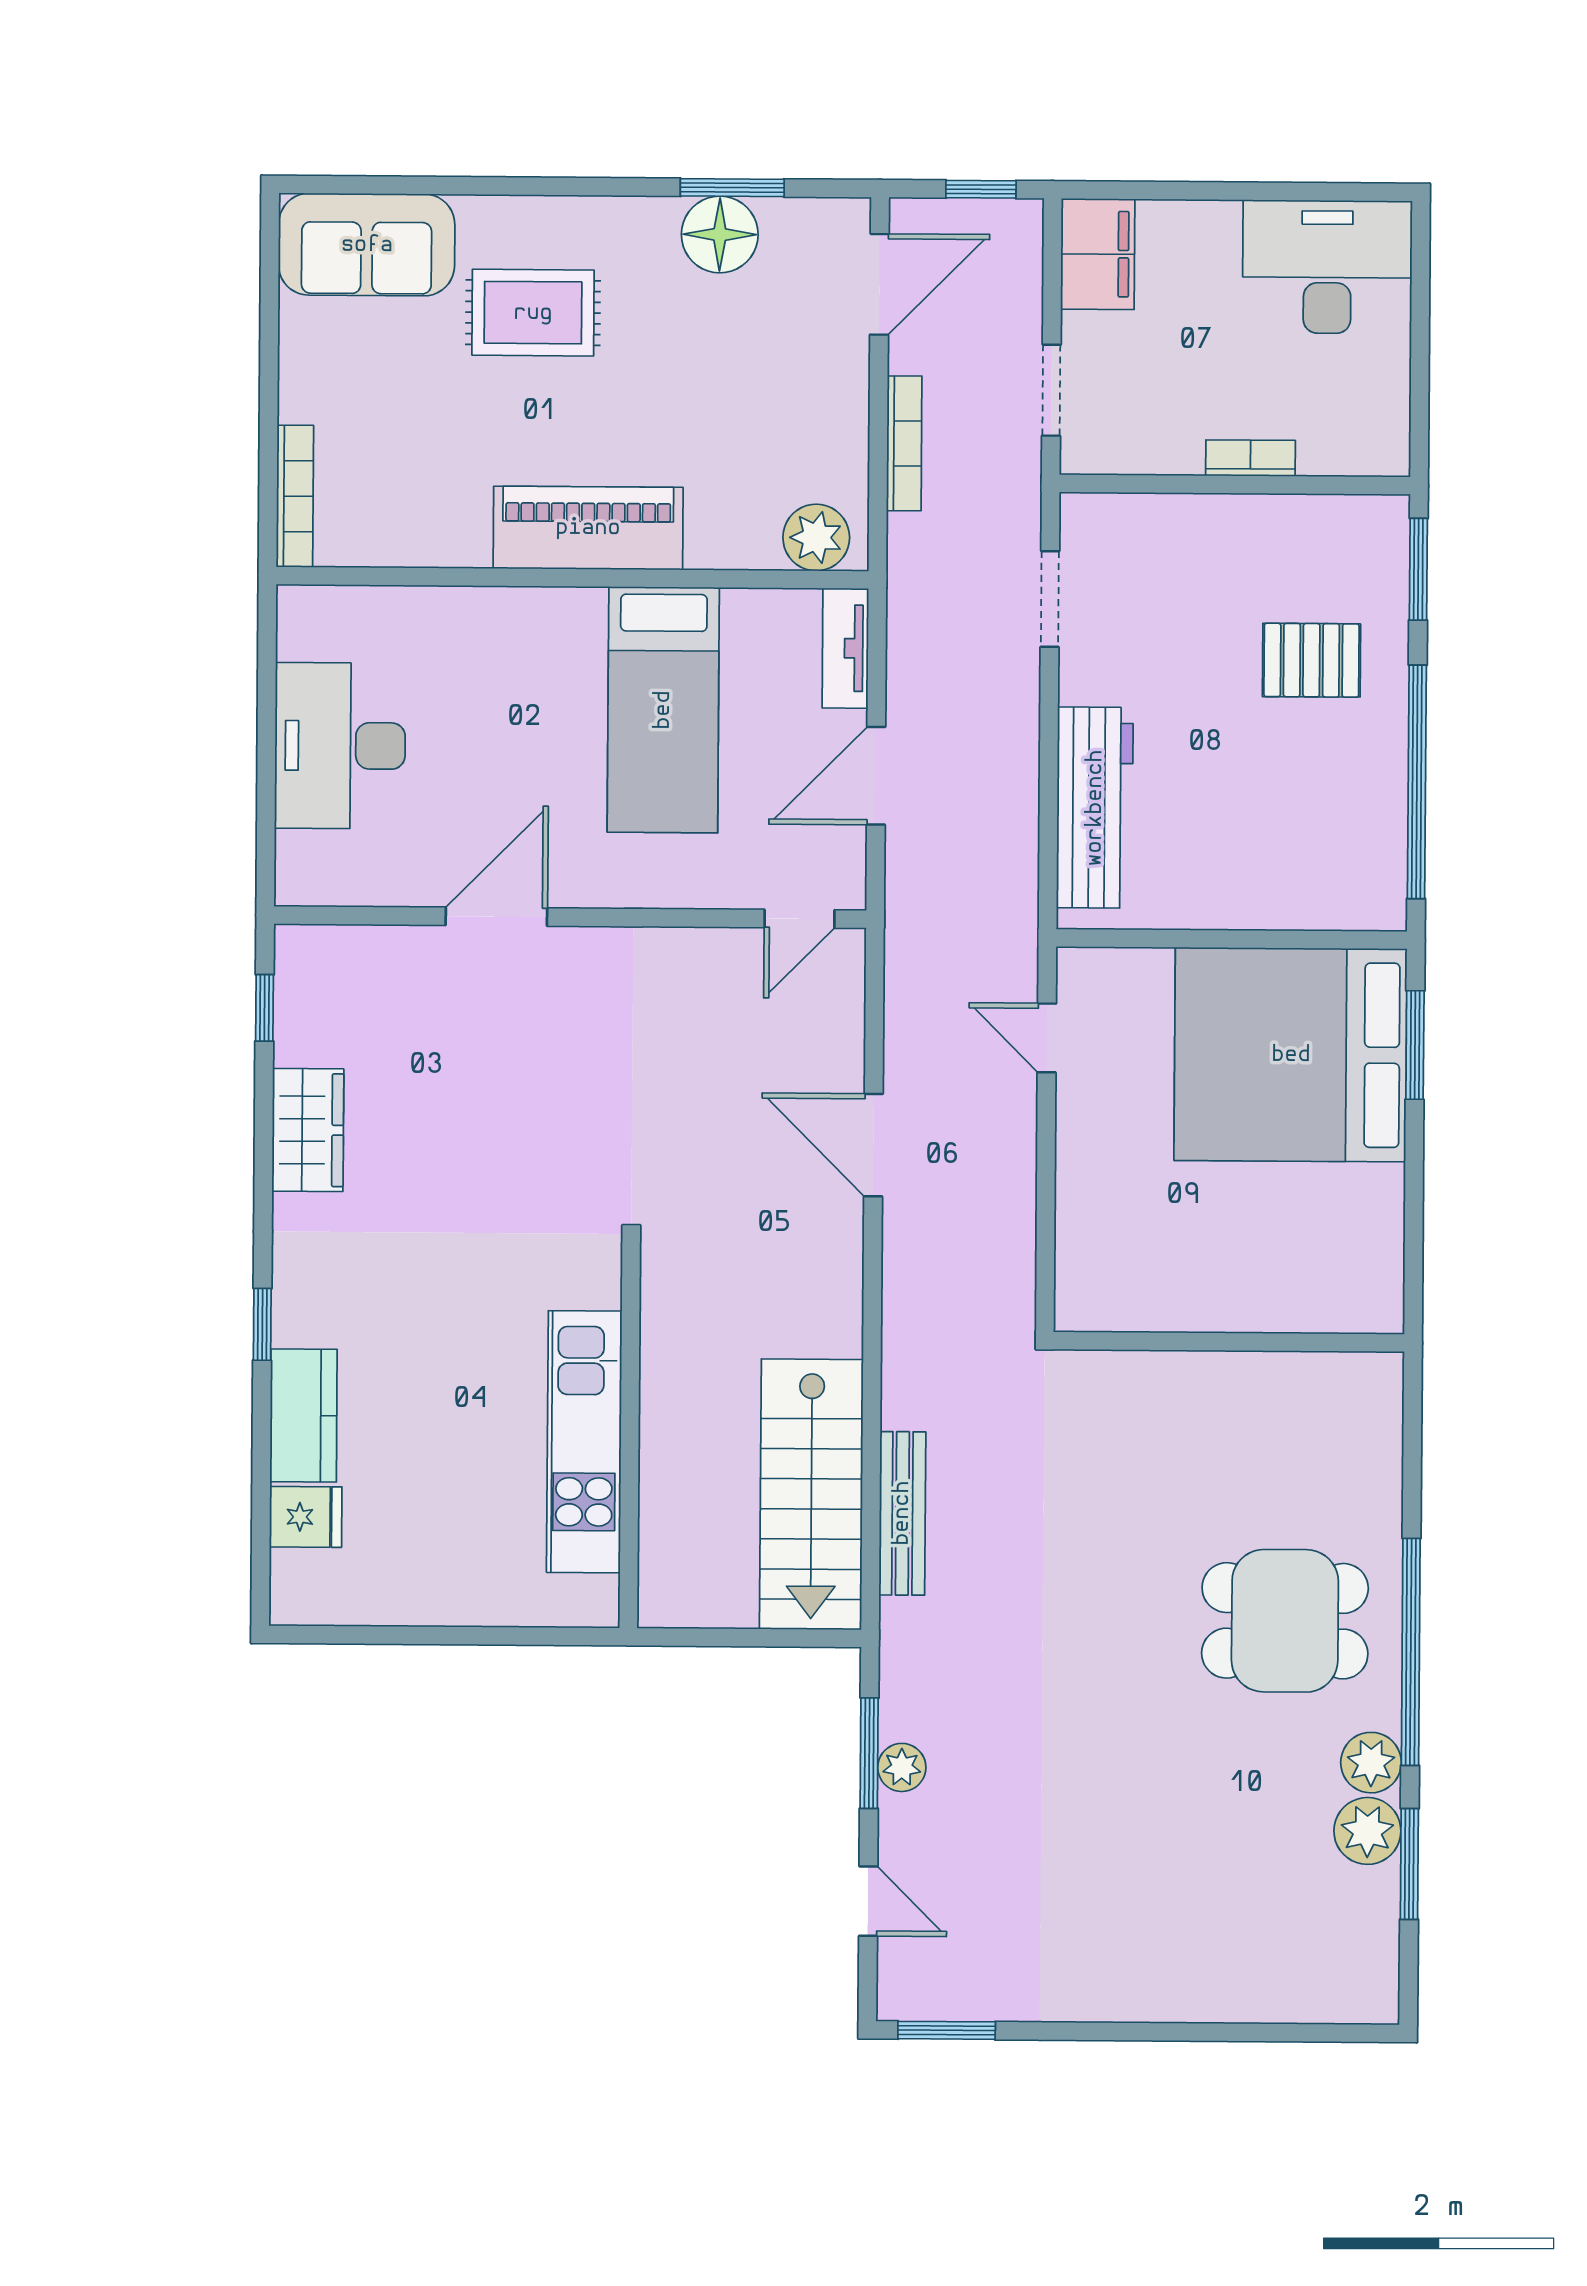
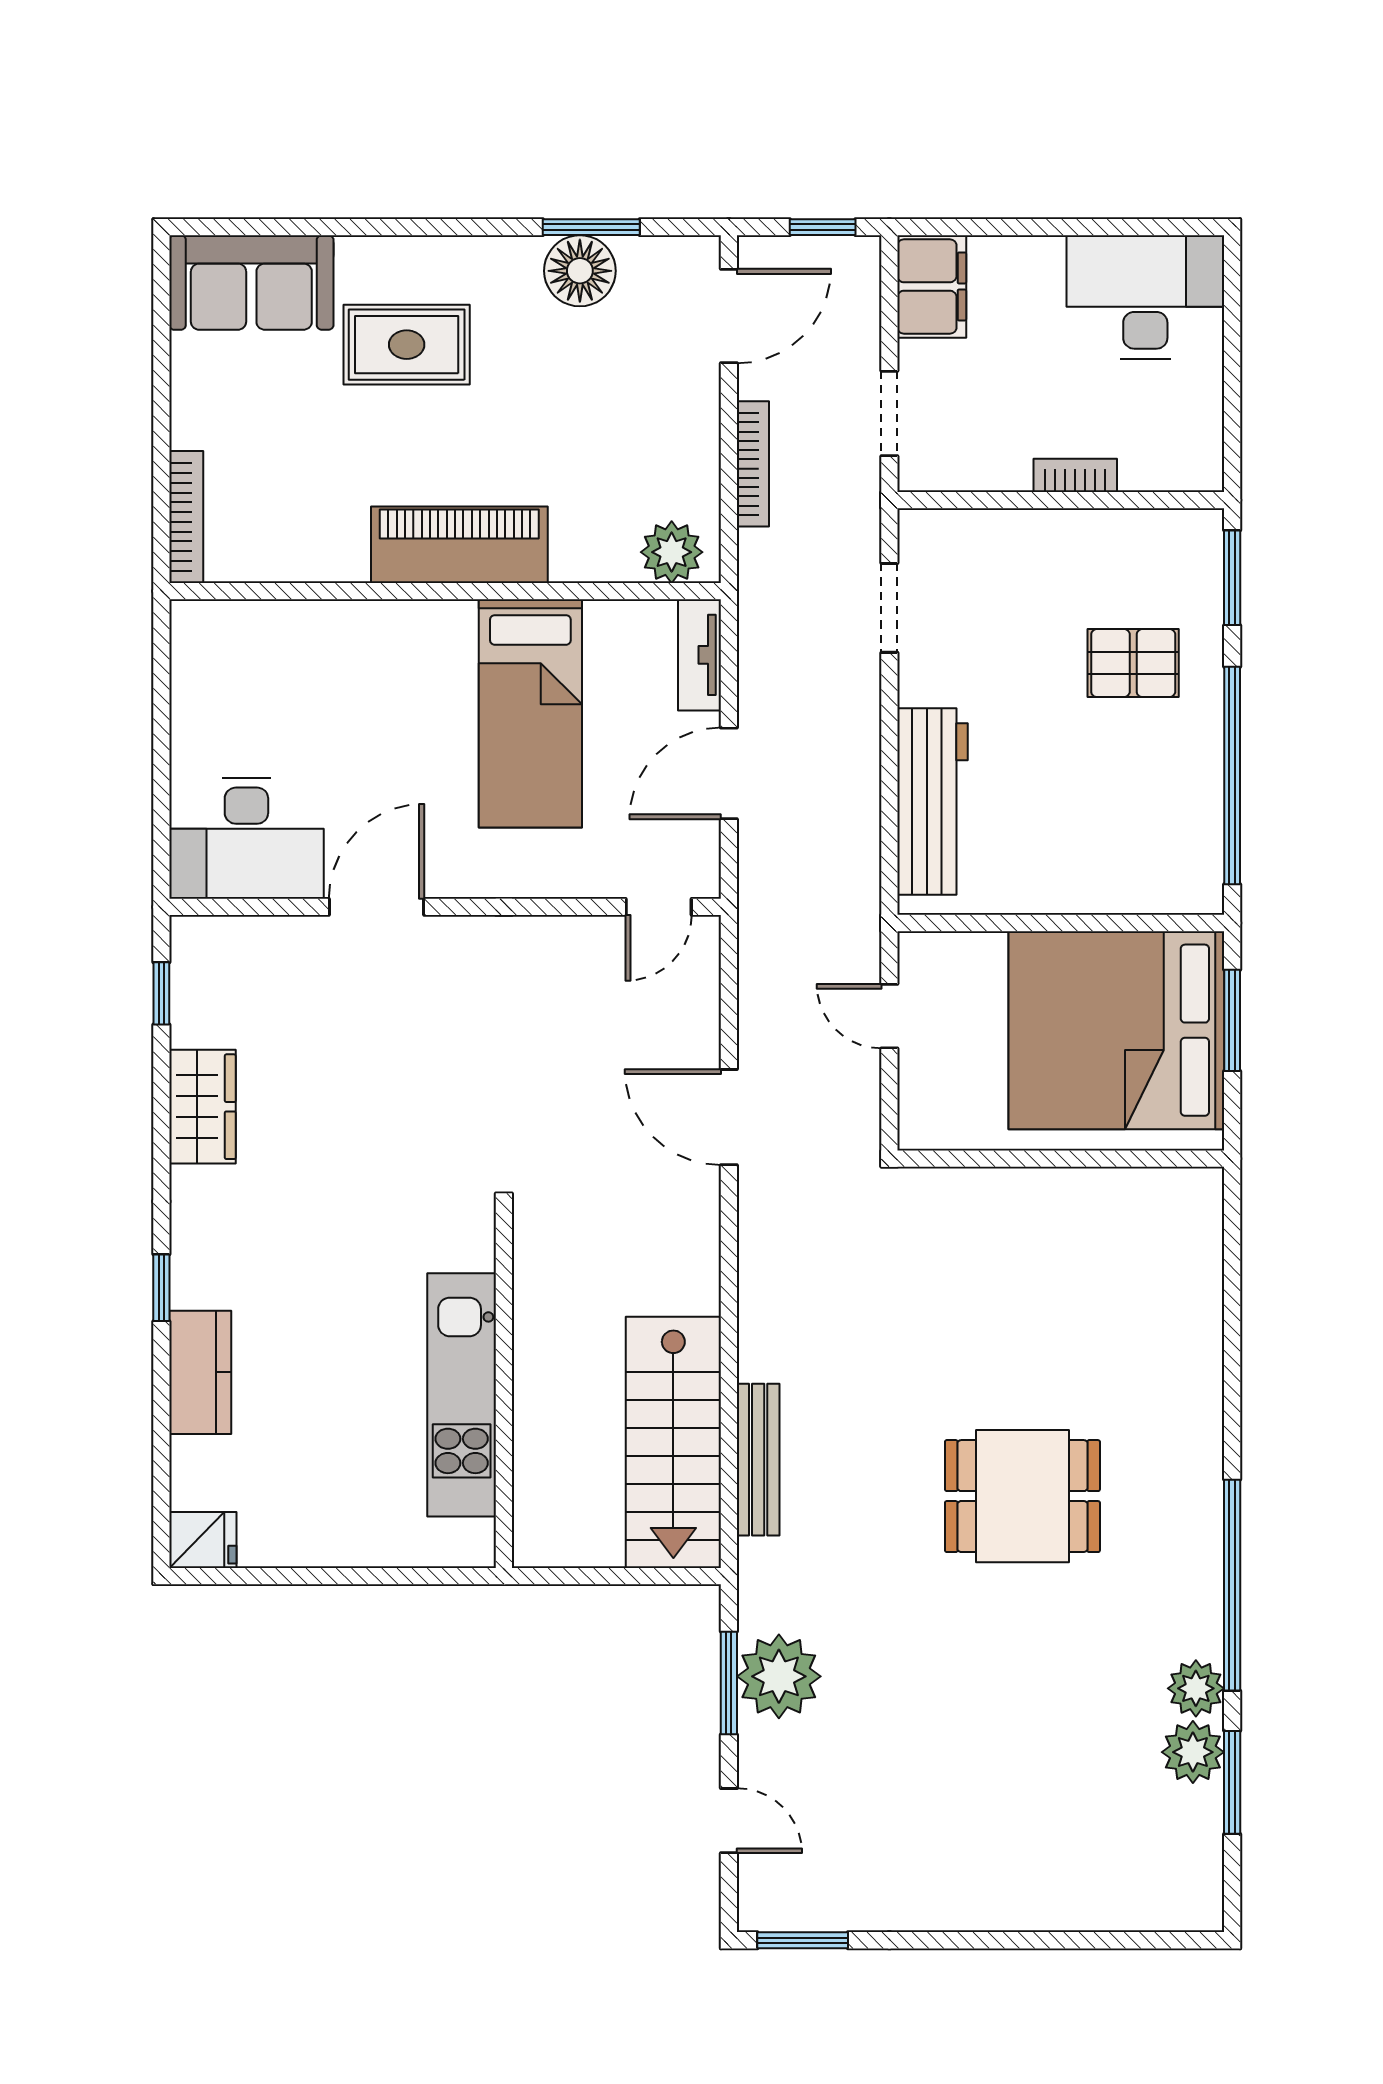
desk: (340, 746) -> (246, 838), moved, turned -90
wall: (1229, 1342) -> (1061, 1159), moved
fridge: (306, 1517) -> (203, 1540), moved
dining table: (1285, 1621) -> (1022, 1496), moved
plant: (902, 1767) -> (779, 1676), width x1.87, depth x1.87

